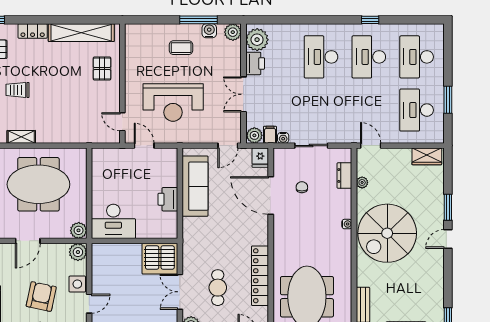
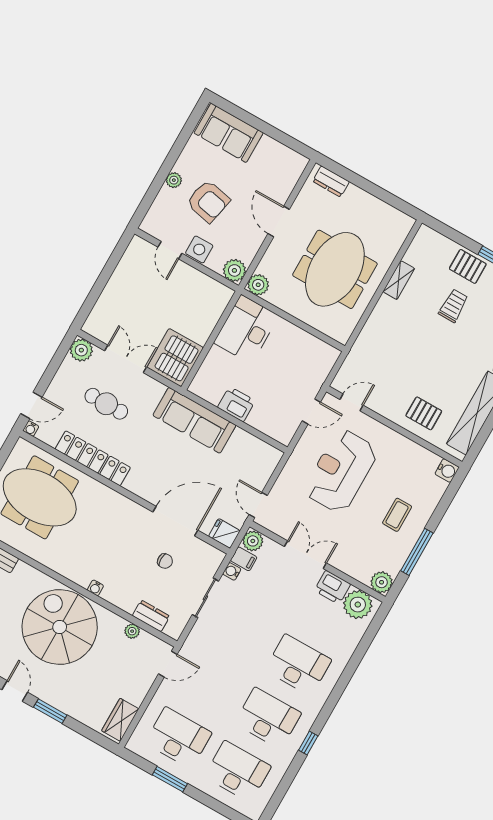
water cooler: (209, 31) -> (447, 471), moved
sofa: (195, 186) -> (194, 420), moved

